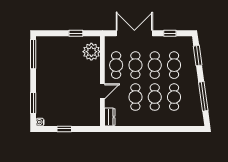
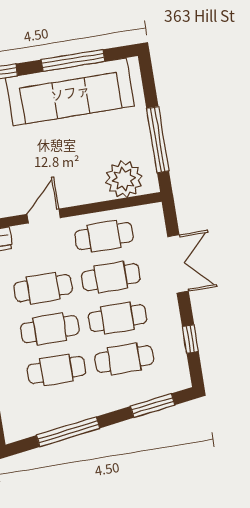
window: (76, 33) -> (158, 140), width x2.17
double door: (134, 33) -> (178, 264), width x0.73
window: (33, 54) -> (73, 60), moved
sofa: (47, 70) -> (70, 92), added
door: (102, 91) -> (44, 216), swing flipped

